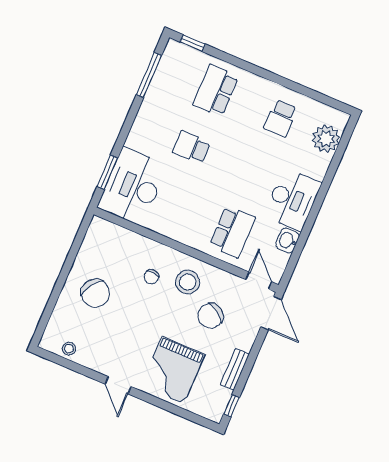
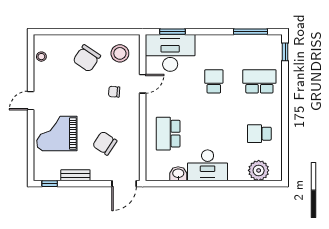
school desk: (232, 232) -> (168, 134), turned 90
door: (259, 281) -> (143, 84), moved
stool: (188, 282) -> (120, 53), moved

